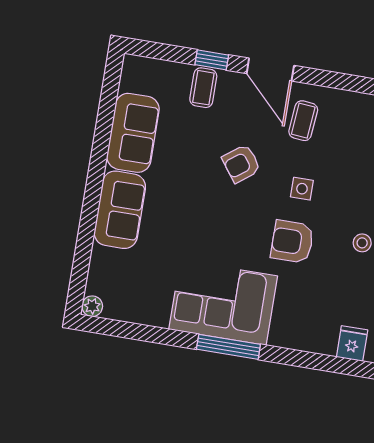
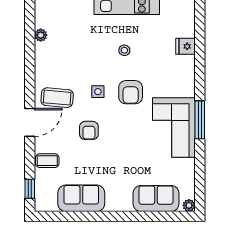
window: (212, 60) -> (30, 189), moved
coffee table: (303, 121) -> (57, 98), width x1.36, depth x1.30
armchair: (241, 164) -> (89, 130), turned 37
sofa: (120, 210) -> (156, 199), moved

